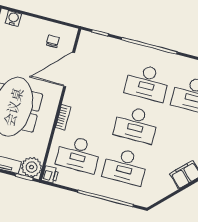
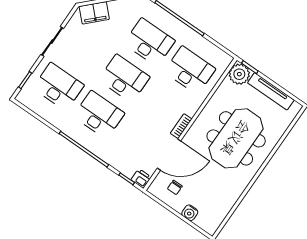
water cooler: (13, 18) -> (190, 213), moved
bookcase: (63, 117) -> (181, 126), moved
printer: (50, 175) -> (141, 178), moved, turned 90

